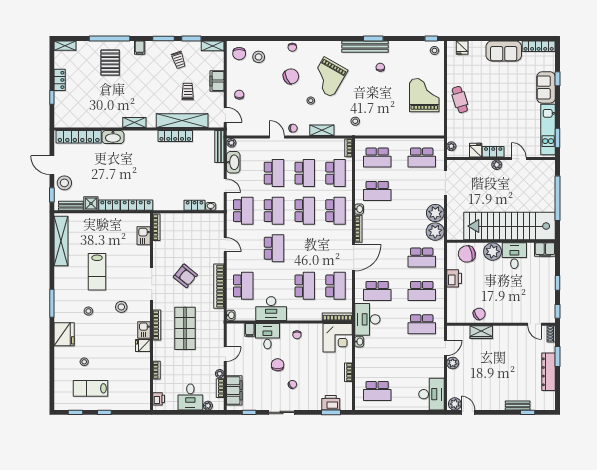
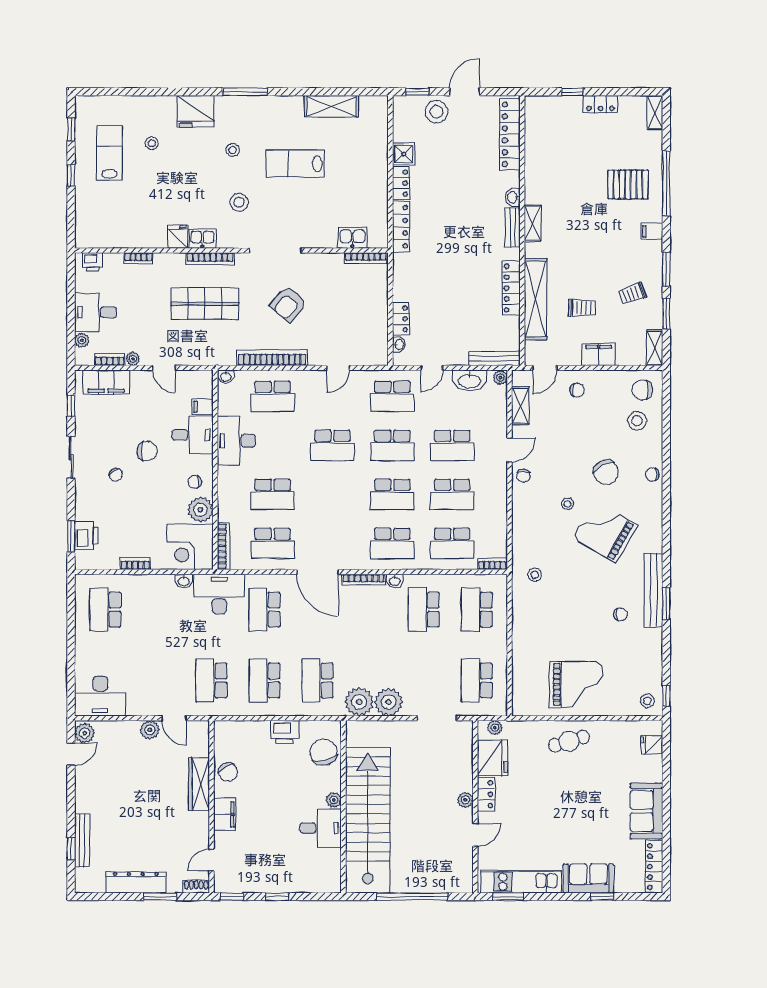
shelving: (322, 130) -> (520, 406), moved
washbasin: (113, 137) -> (513, 197), width x0.52, depth x0.69
fridge: (476, 150) -> (492, 758), width x1.88, depth x1.34
bench: (71, 206) -> (513, 227), moved
shelving: (61, 241) -> (331, 106), width x0.68
filing cabinet: (545, 250) -> (225, 814), moved, turned 180
plant: (493, 252) -> (334, 800), width x0.53, depth x0.53
plant: (314, 331) -> (200, 510), added
wardrobe: (481, 332) -> (199, 784), width x1.50
bench: (518, 406) -> (82, 840), width x1.36

